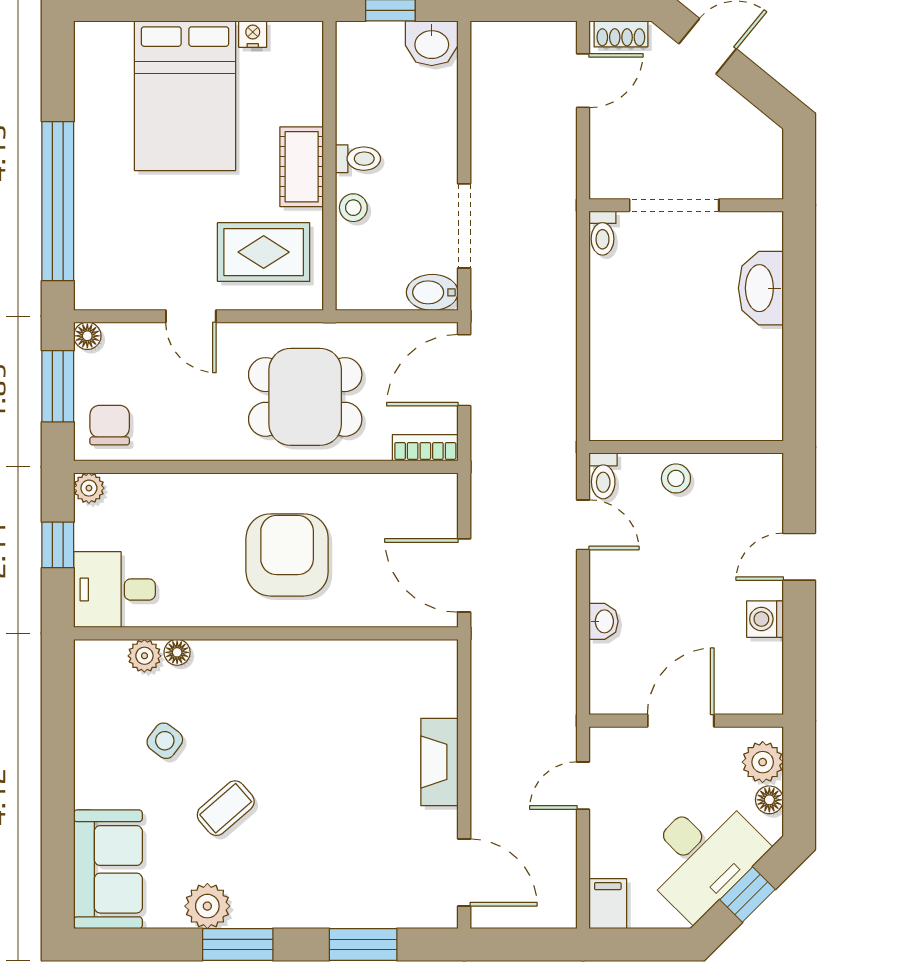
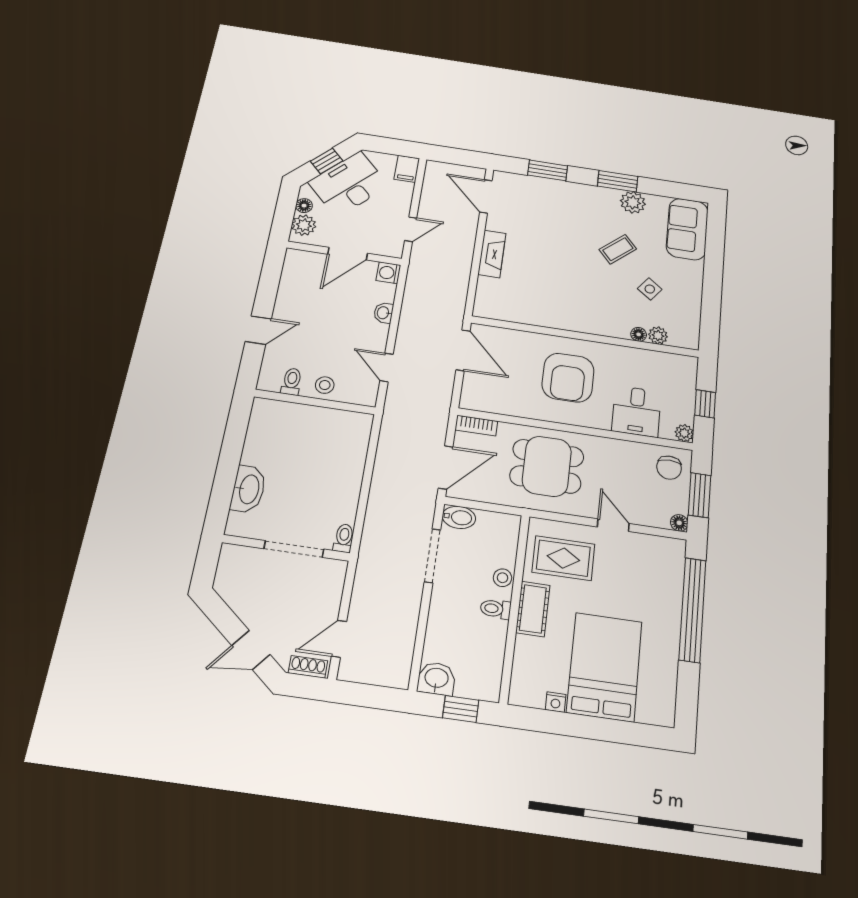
toilet: (603, 476) -> (292, 382), moved
desk: (114, 590) -> (636, 411), moved, turned 90
washing machine: (765, 619) -> (388, 273), moved, turned 180

